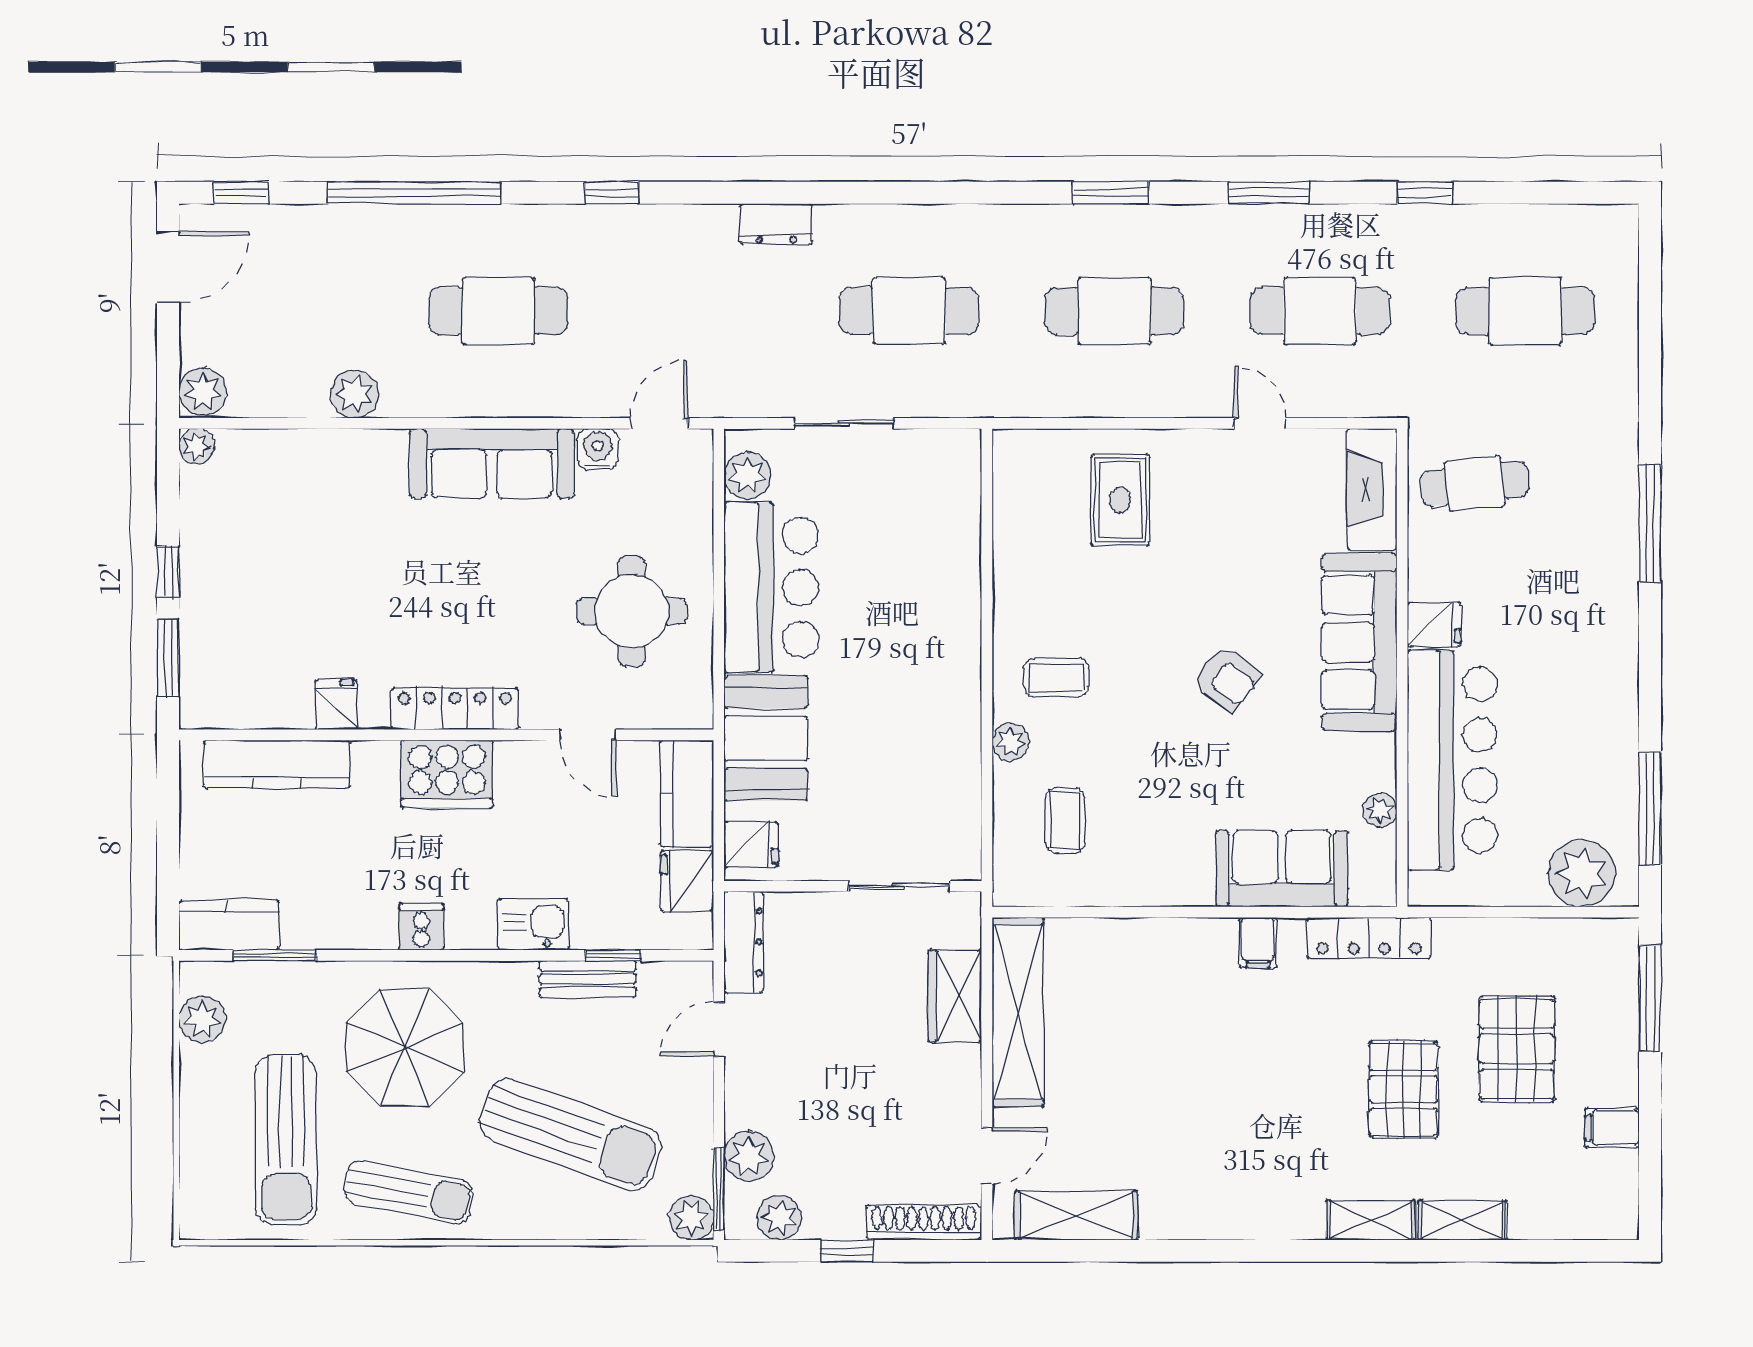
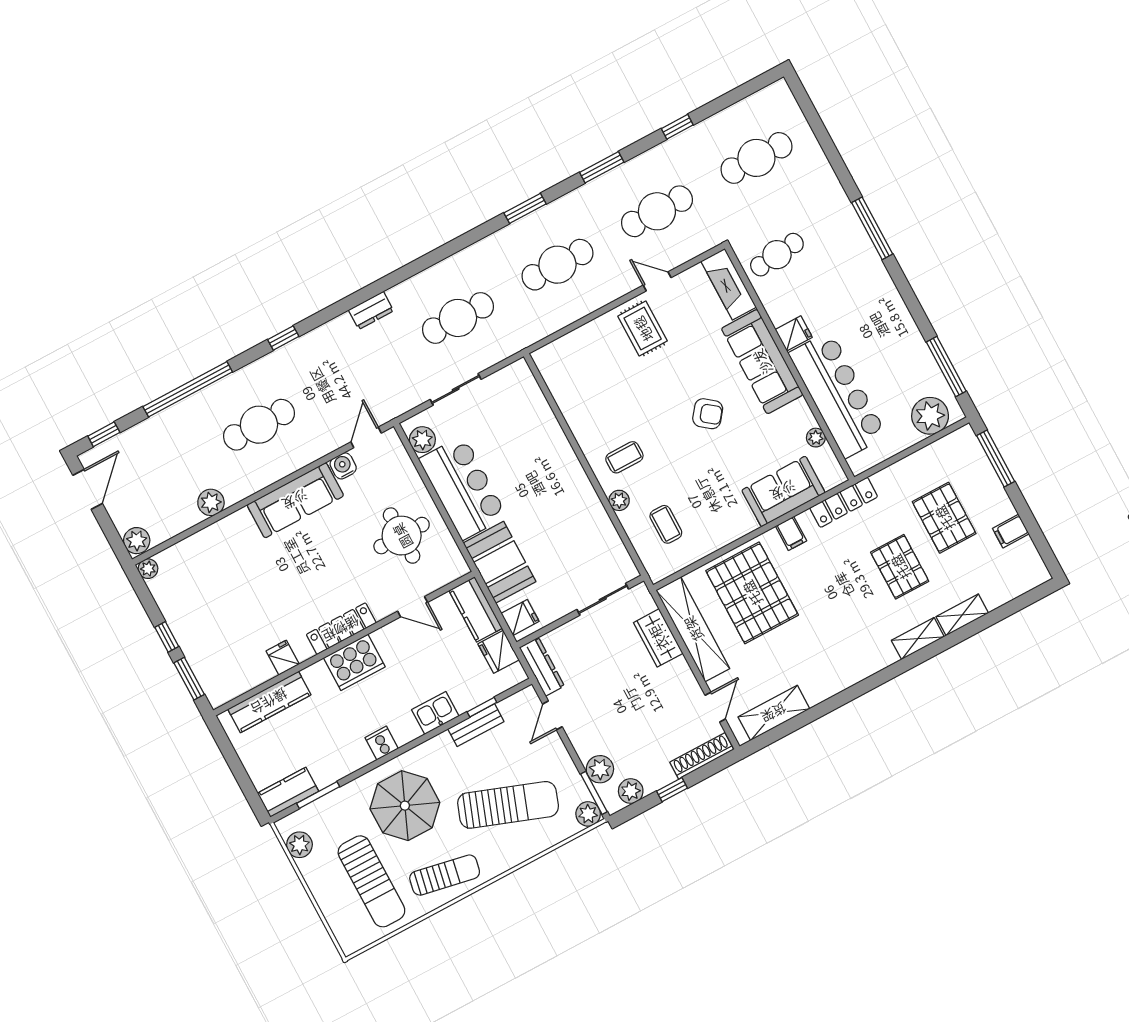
rug: (1120, 500) -> (643, 329), moved
pallet: (1144, 1004) -> (752, 593), added

